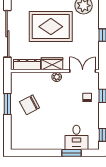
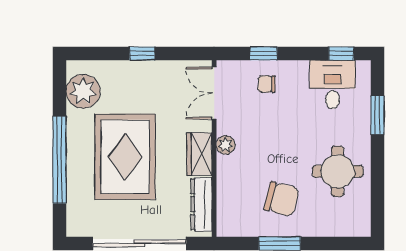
chair: (30, 105) -> (281, 199), turned -48
round table: (43, 133) -> (338, 171), added
desk: (76, 137) -> (332, 85), moved, turned -90

